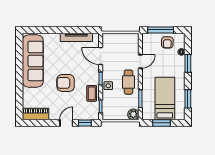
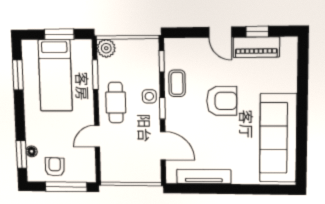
window: (188, 63) -> (21, 154), moved
piano: (36, 114) -> (256, 47), moved
door: (66, 123) -> (220, 32), hinge flipped
window: (85, 123) -> (257, 32), moved

